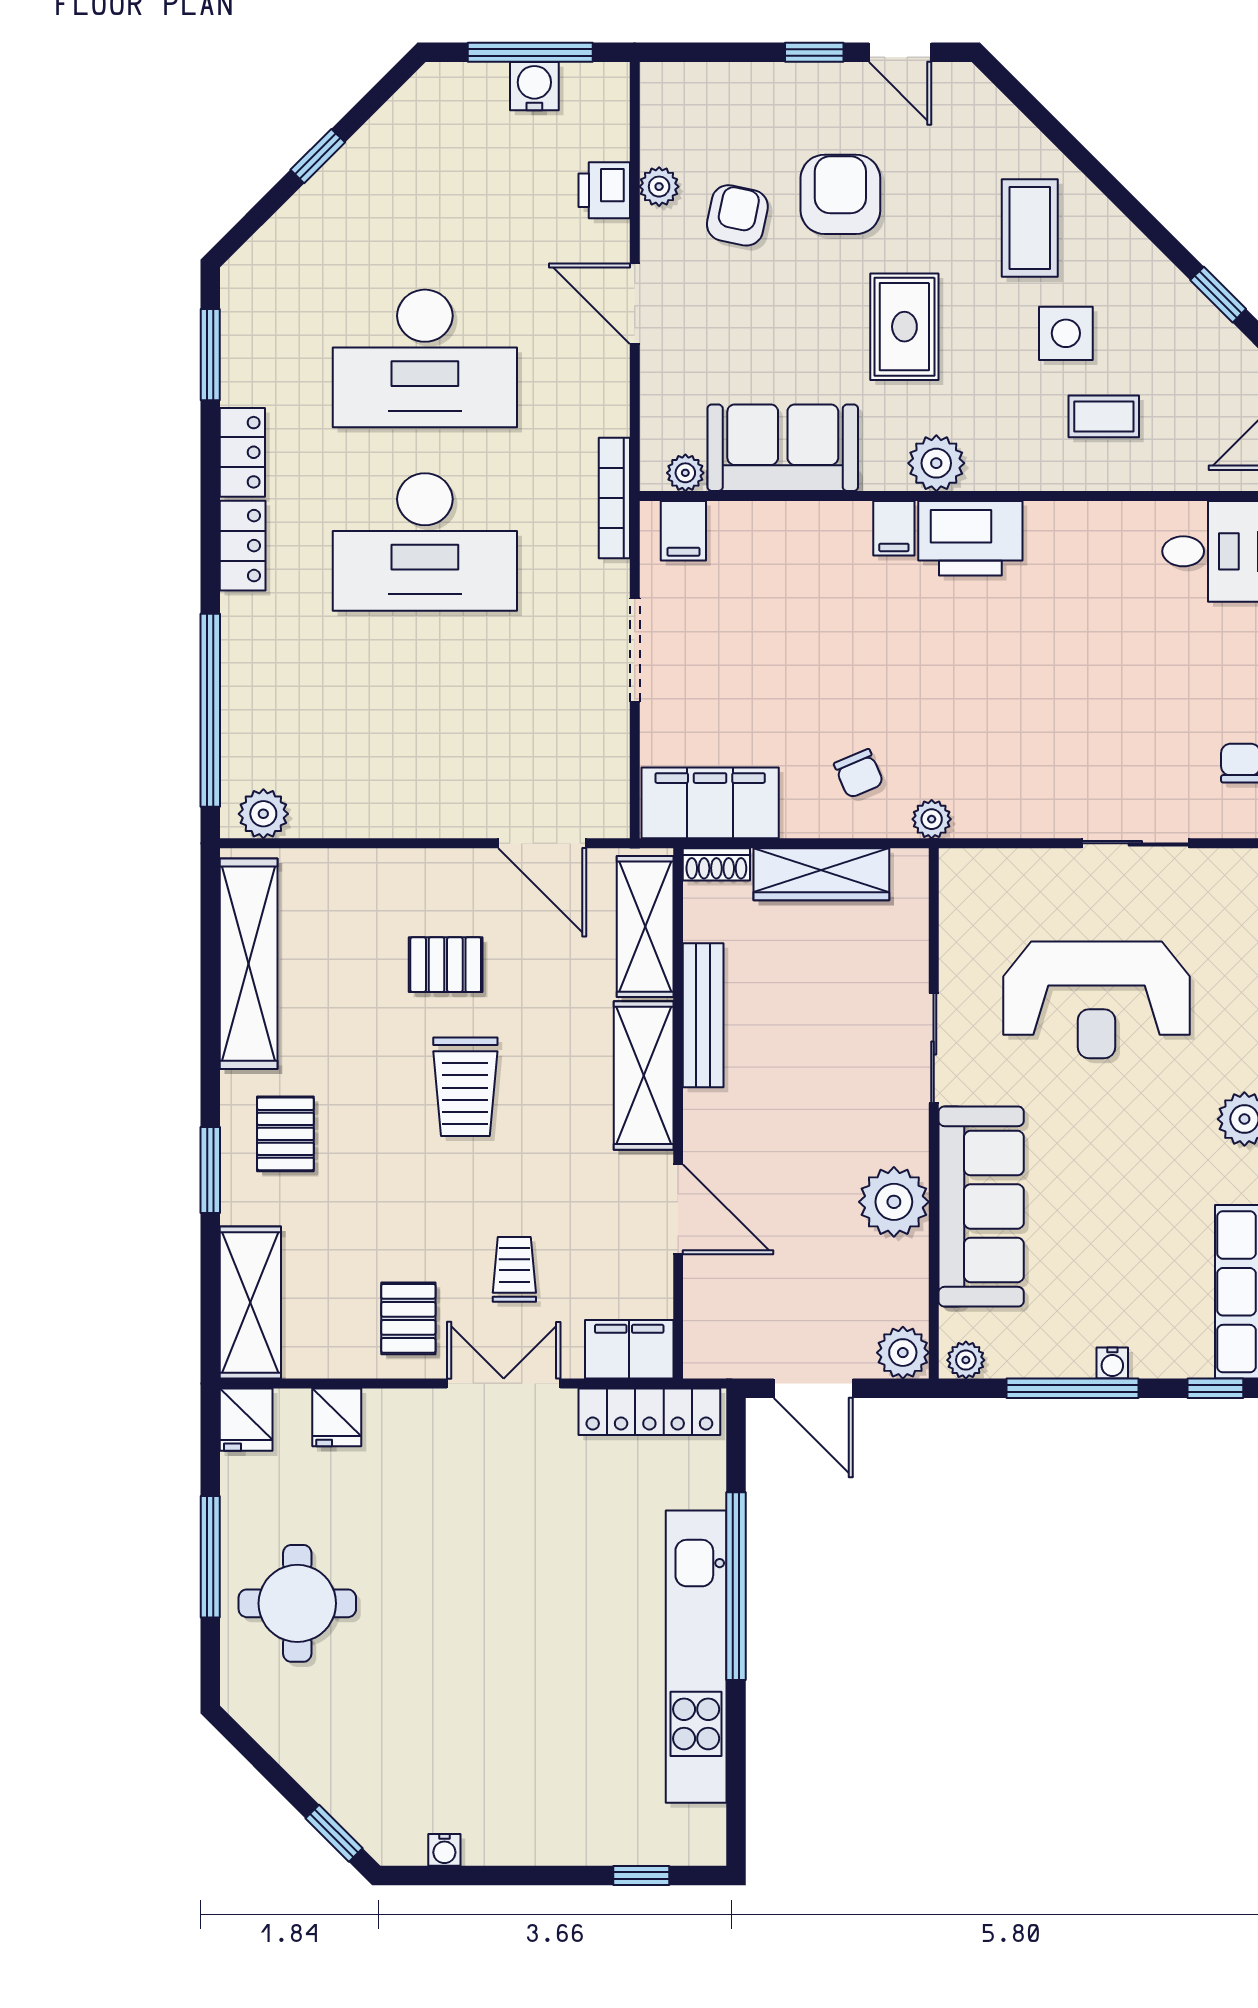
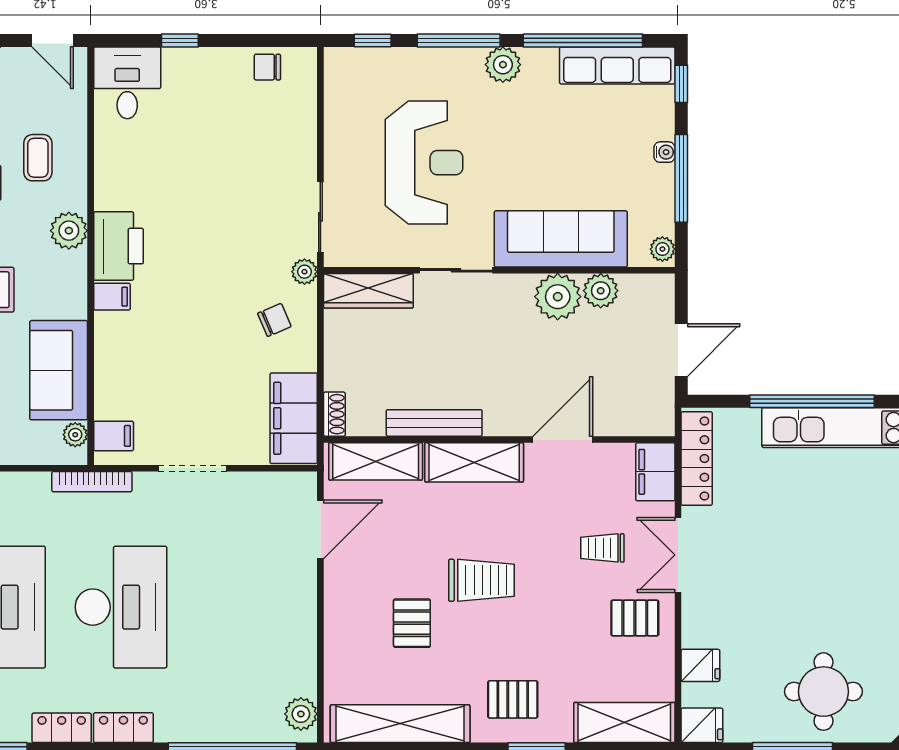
plant: (936, 463) -> (69, 231), moved
sliding door: (1135, 843) -> (320, 217), moved
wardrobe: (821, 874) -> (368, 291), moved, turned 90
pallet: (446, 965) -> (412, 623), moved
plant: (903, 1353) -> (601, 291), moved

